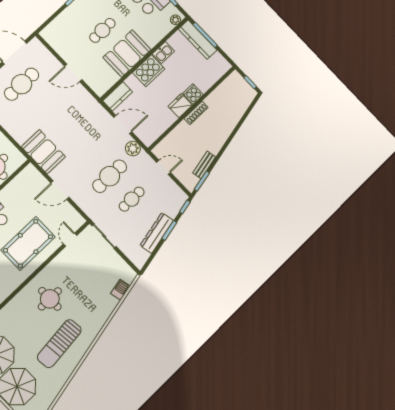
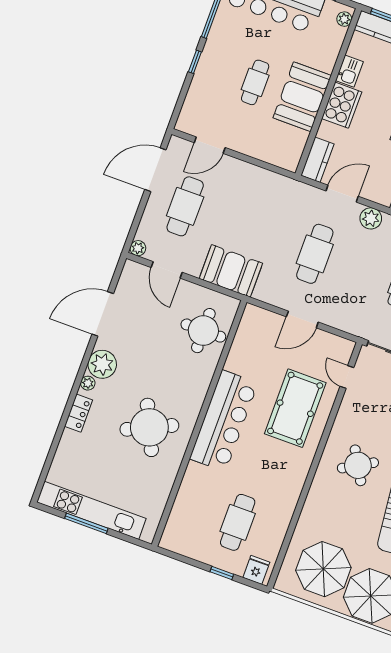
door: (73, 73) -> (210, 145), moved
booth: (43, 152) -> (231, 271), moved
cafe table: (110, 176) -> (315, 254), moved
round table: (50, 299) -> (358, 465), turned -30

